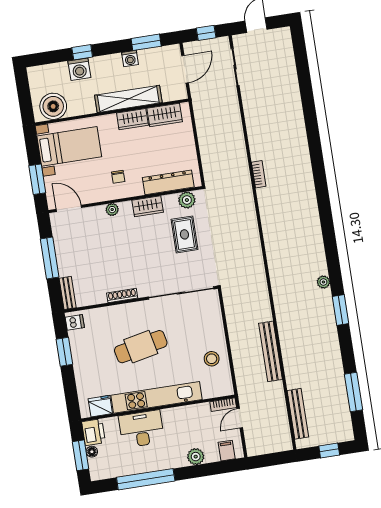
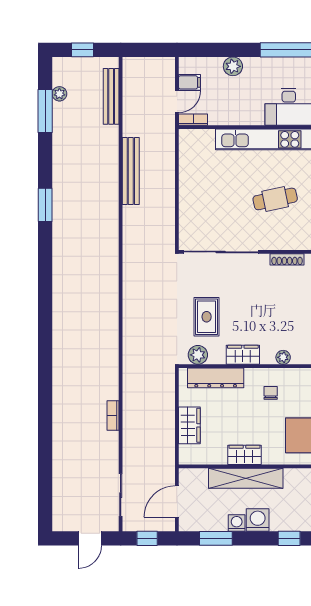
washing machine: (79, 69) -> (258, 520), moved
wardrobe: (165, 115) -> (189, 425), moved, turned 90
bookcase: (259, 174) -> (113, 416), moved
plant: (323, 282) -> (59, 94), moved
cafe table: (141, 347) -> (275, 199), width x0.73, depth x0.74
stool: (212, 359) -> (198, 173), removed
filing cabinet: (227, 451) -> (190, 82), moved, turned -90

